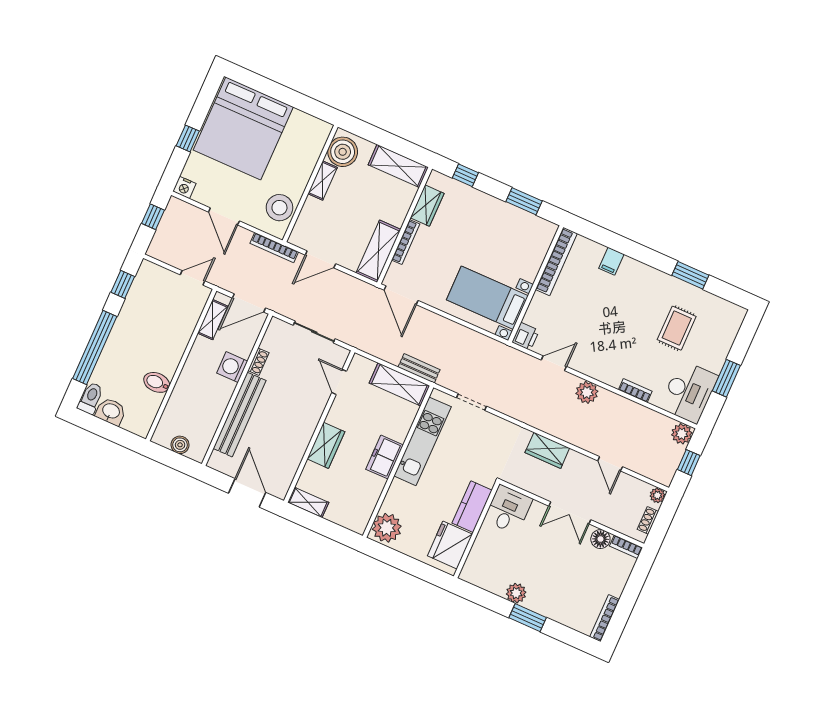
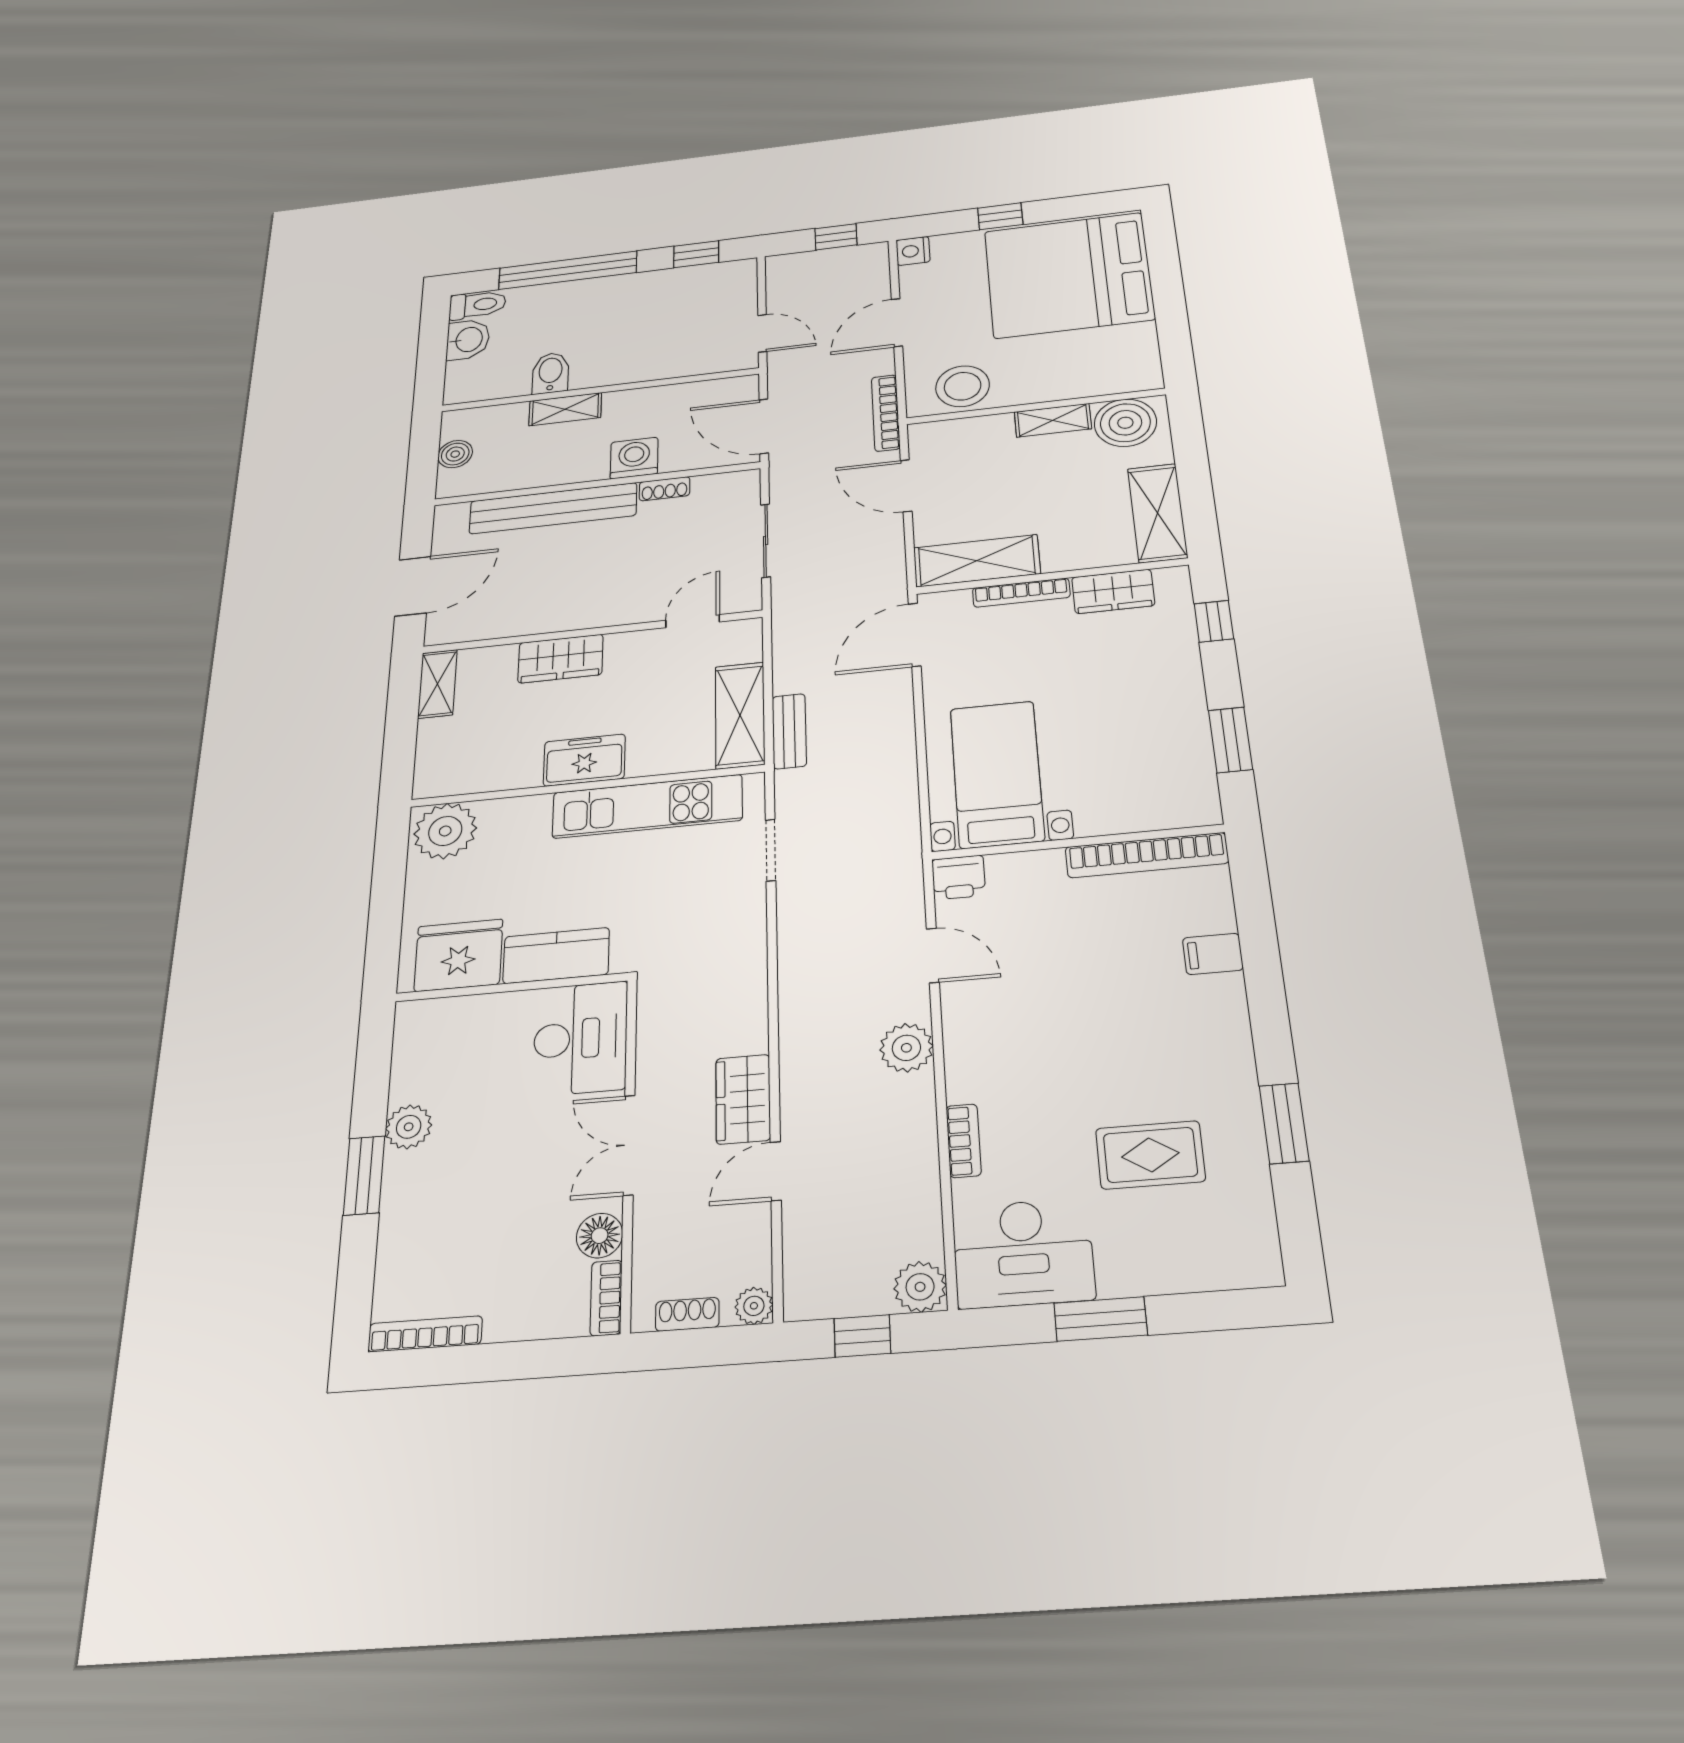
shelving: (213, 320) -> (565, 409), moved
wardrobe: (547, 450) -> (743, 1099), moved
desk: (508, 510) -> (580, 1038), width x1.37

